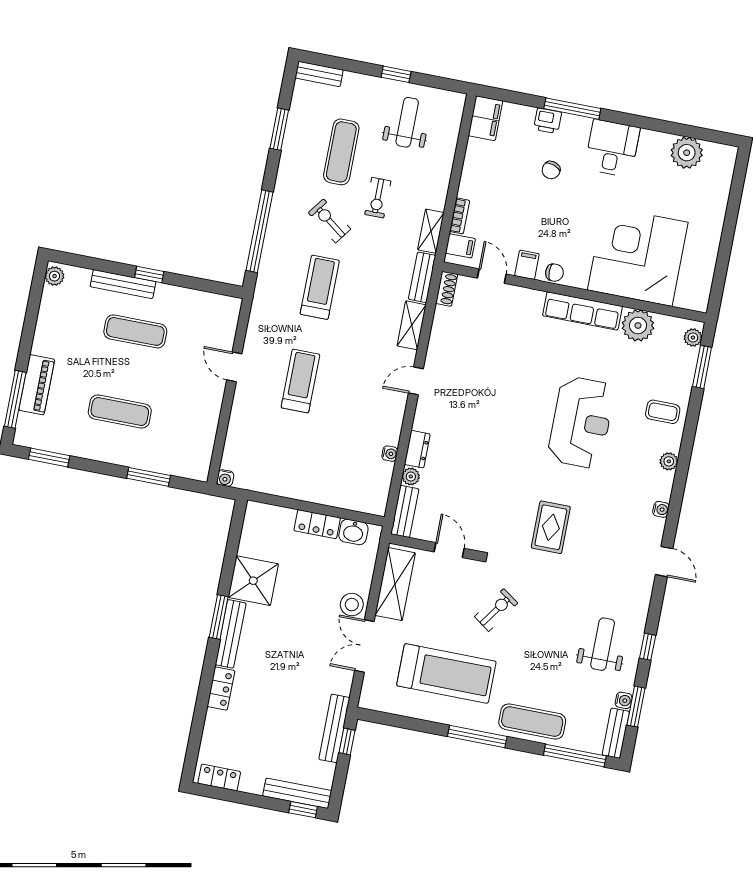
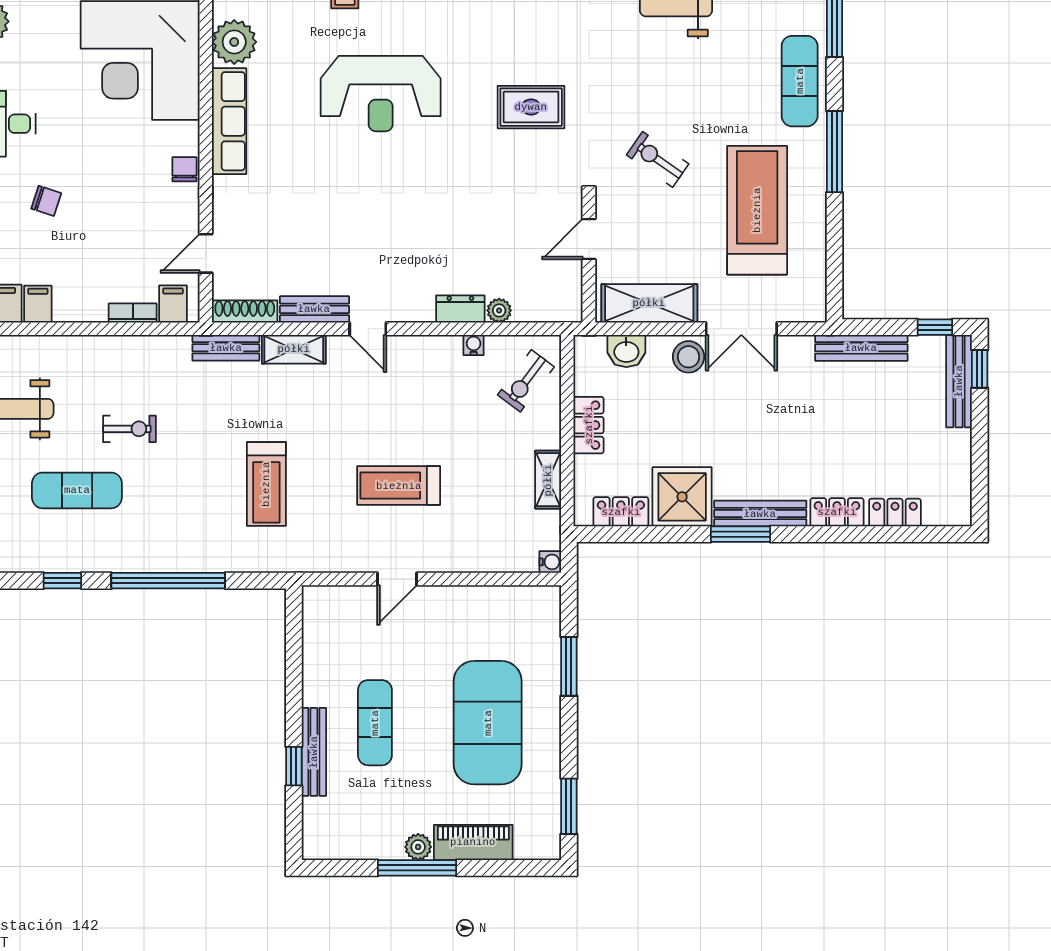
window: (279, 129) -> (62, 581), width x0.67
exercise bike: (330, 221) -> (526, 381), moved
window: (260, 231) -> (168, 581), moved
shelving: (431, 231) -> (548, 480), moved, turned 90
filing cabinet: (527, 265) -> (38, 304), moved, turned 90
window: (149, 274) -> (294, 766), moved
plant: (55, 276) -> (418, 847), moved
treadmill: (320, 287) -> (266, 484), turned -90
shoe rack: (447, 289) -> (245, 311), width x1.43
window: (15, 399) -> (417, 868), moved
exercise mat: (120, 412) -> (488, 723), width x2.00, depth x1.45
reception desk: (581, 422) -> (381, 94), turned 180
bench: (405, 511) -> (314, 309), moved
washbasin: (353, 532) -> (626, 351), moved, turned 90
locker: (251, 535) -> (621, 512), added
window: (347, 741) -> (935, 327), moved
locker: (219, 777) -> (895, 513), moved, turned 90

